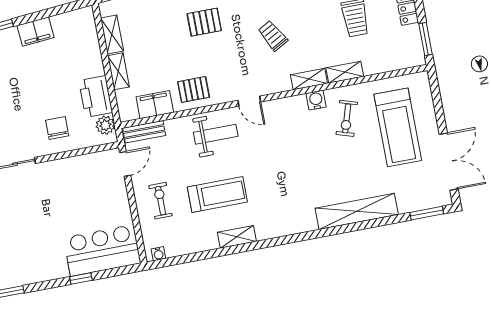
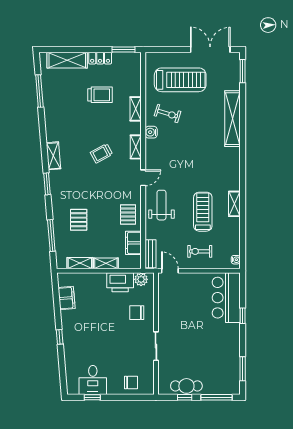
pallet: (204, 22) -> (79, 220), moved
filing cabinet: (35, 32) -> (67, 298), moved
shelving: (309, 79) -> (136, 147), moved

